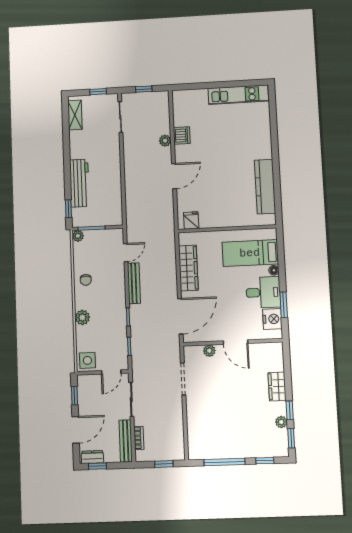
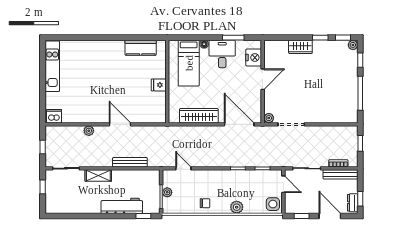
shelving: (75, 115) -> (98, 175), moved
dishwasher: (182, 135) -> (54, 116), moved
kitchen counter: (265, 187) -> (141, 48), width x0.67
fridge: (191, 220) -> (159, 85), moved
plant: (78, 236) -> (167, 192), moved
bench: (134, 283) -> (130, 162), moved
nightstand: (272, 319) -> (254, 58), moved, turned 90
plant: (209, 351) -> (269, 118), moved
plant: (281, 422) -> (353, 45), moved

